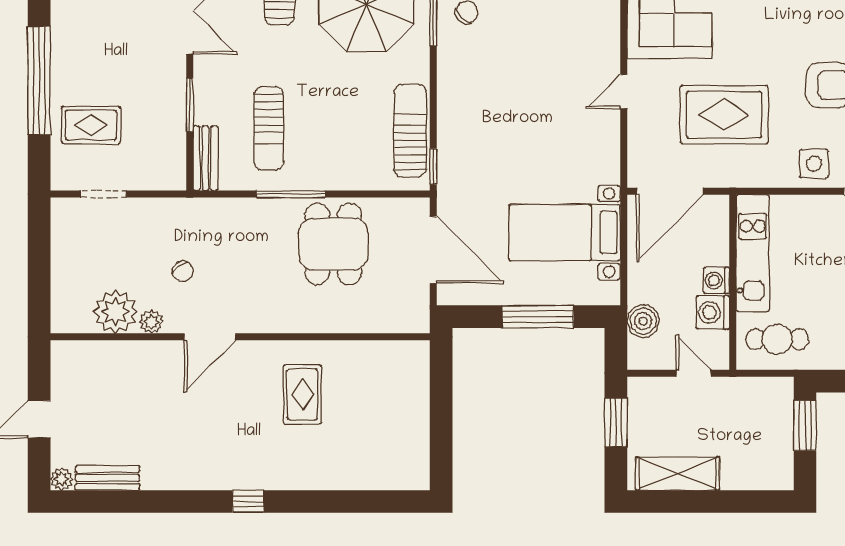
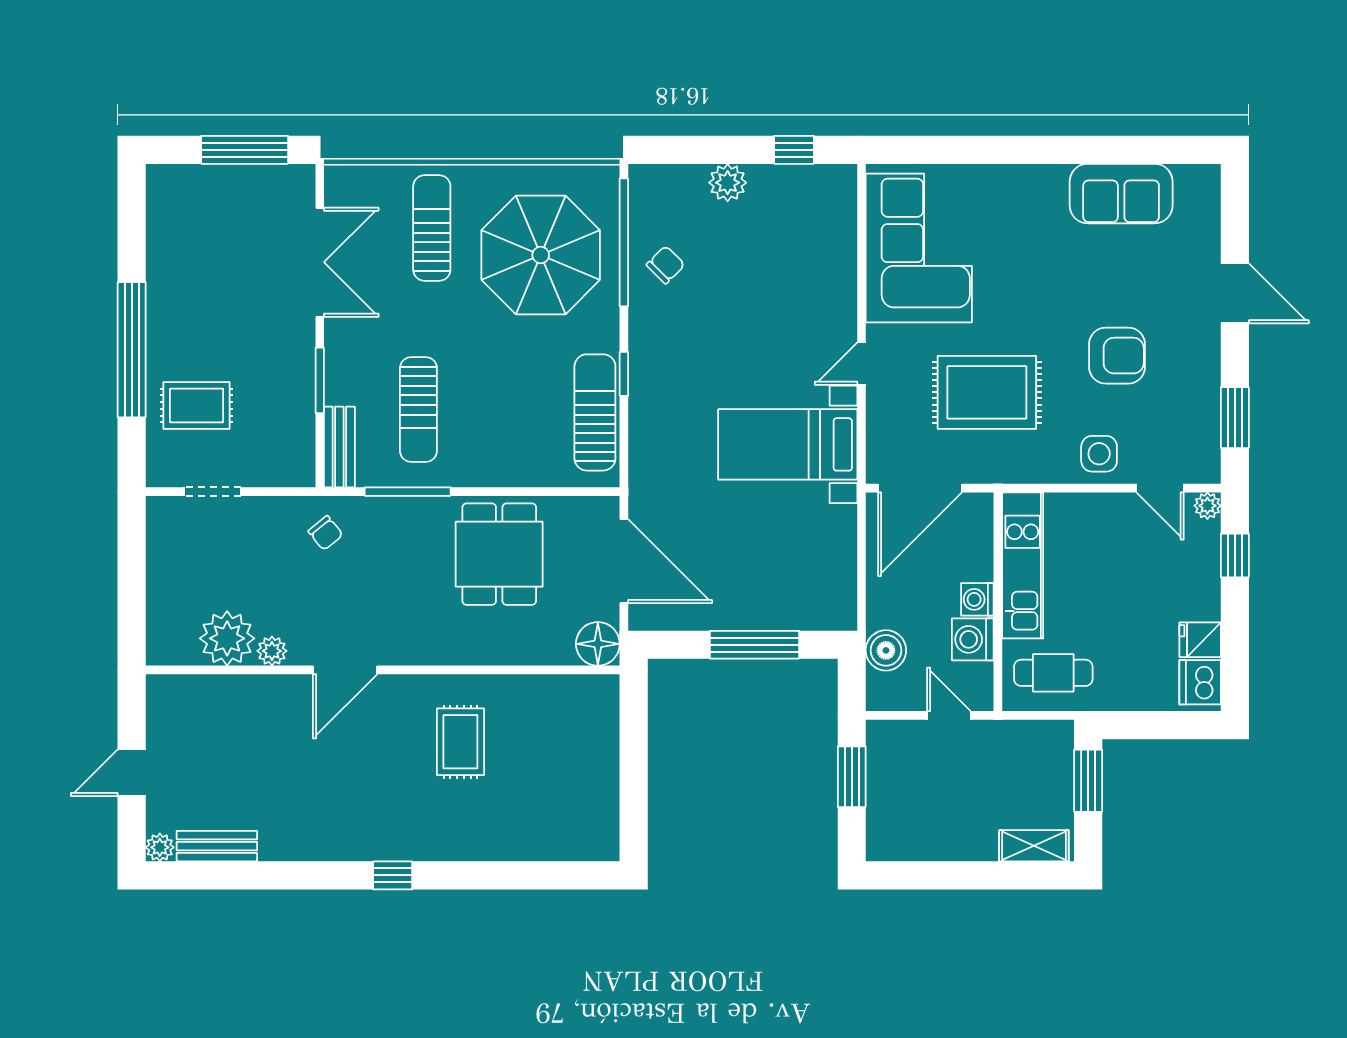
window: (433, 167) -> (624, 374), moved
window: (291, 194) -> (408, 492), moved
bed with nightstands: (565, 233) -> (788, 444), moved
chair: (183, 271) -> (326, 533), moved
floor lamp: (412, 316) -> (598, 644), added
shelving: (678, 474) -> (1034, 846), moved, width x0.67, depth x0.75

